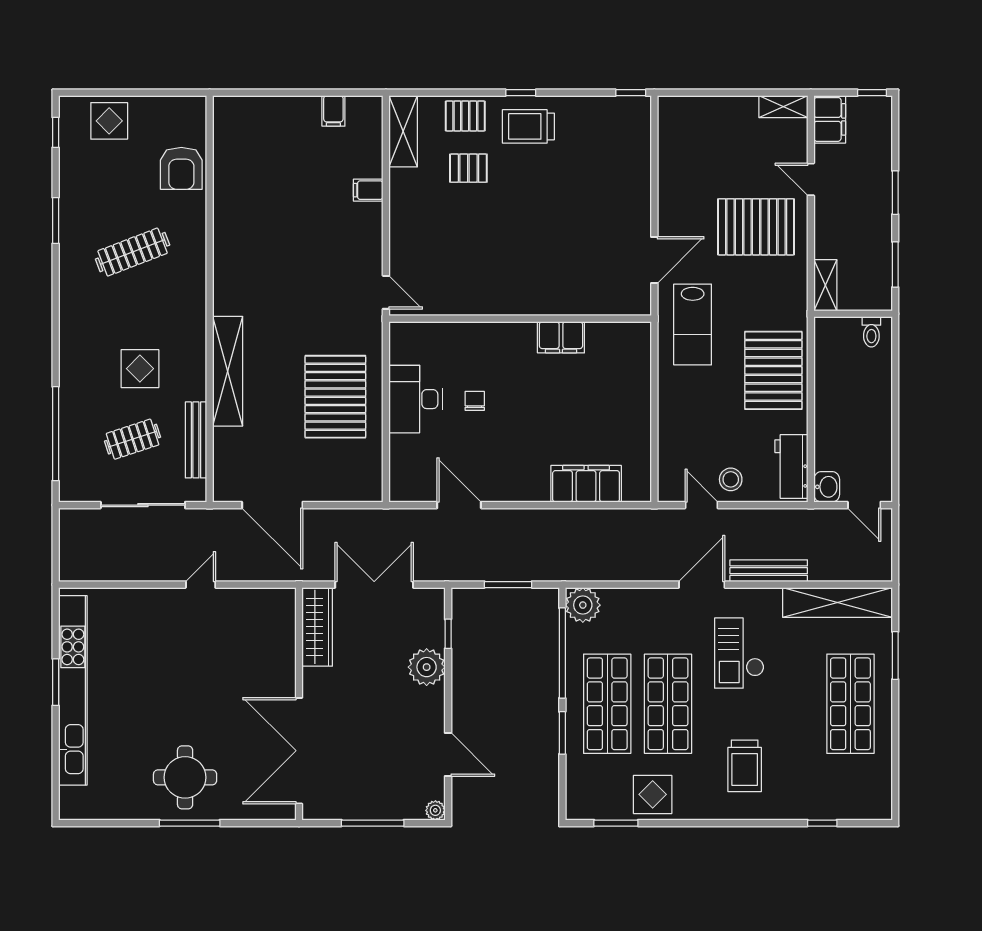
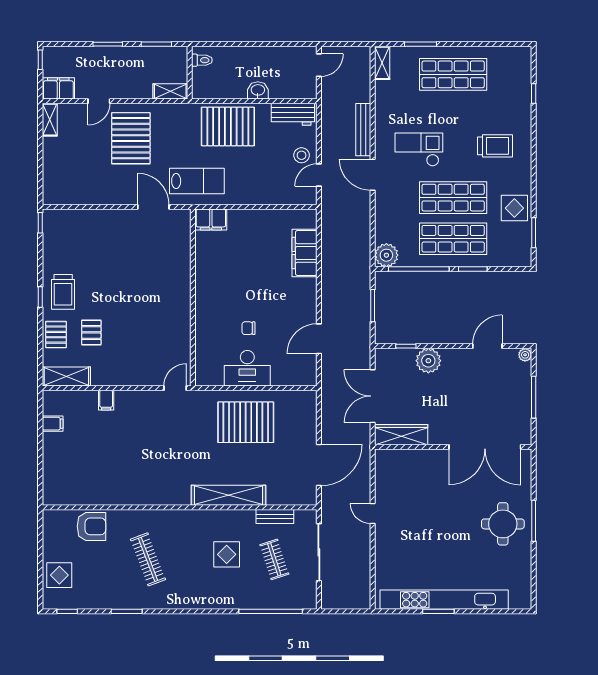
filing cabinet: (561, 337) -> (211, 219), moved, turned 90
bench: (196, 440) -> (275, 517), width x0.73
washbasin: (827, 487) -> (258, 90), moved
shelving: (837, 602) -> (382, 63), width x0.45, depth x0.75
checkout: (739, 653) -> (419, 150), turned 180

